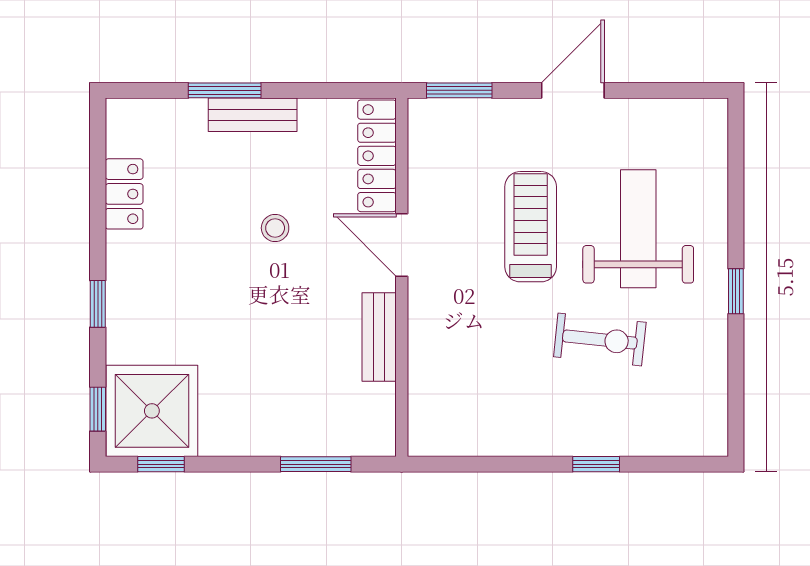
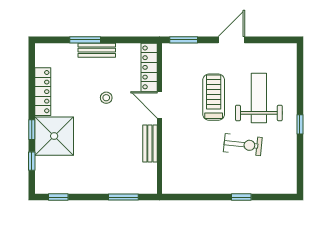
locker: (124, 194) -> (43, 92), width x1.53
window: (98, 409) -> (32, 161), moved
shower: (152, 411) -> (54, 136), moved

